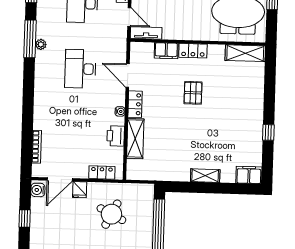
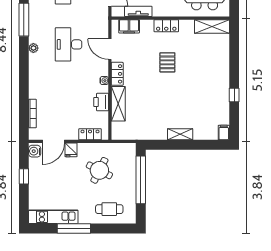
tv unit: (146, 33) -> (138, 11), moved
plant: (41, 44) -> (33, 48), moved
filing cabinet: (166, 51) -> (129, 26), moved
filing cabinet: (249, 175) -> (224, 133), width x0.50

